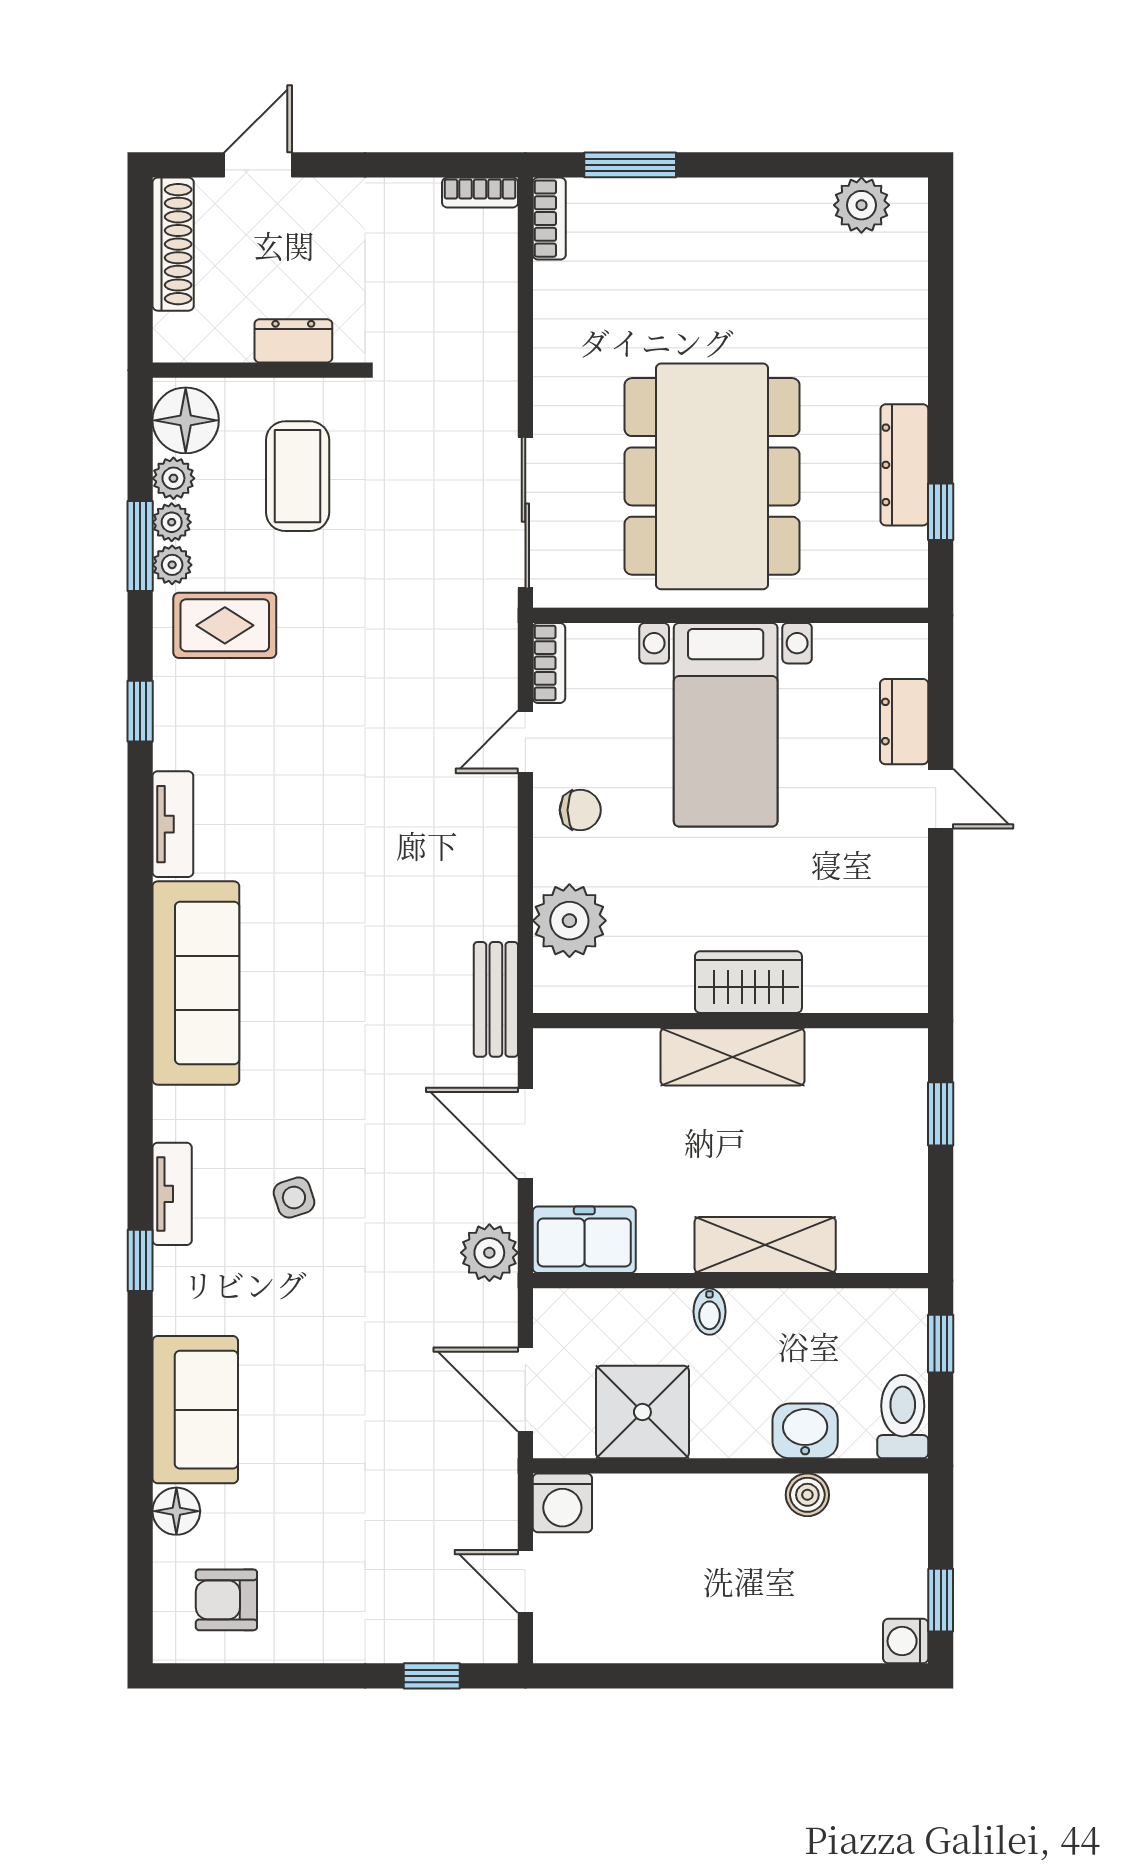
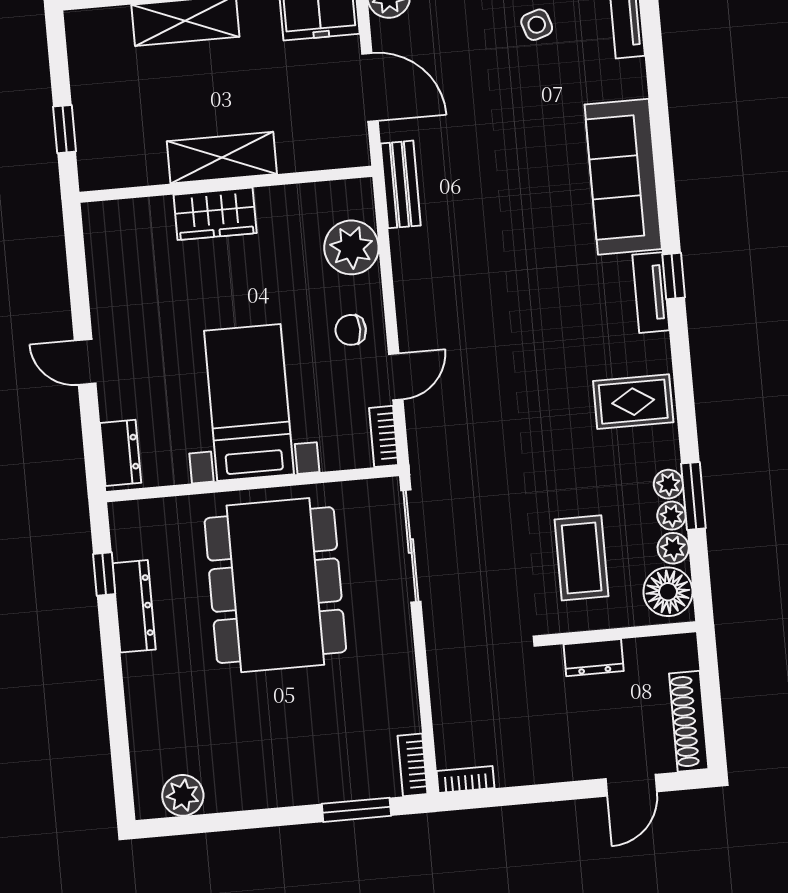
rug: (225, 625) -> (633, 402), moved
window: (140, 711) -> (674, 276), moved
dresser: (904, 722) -> (121, 453), moved

